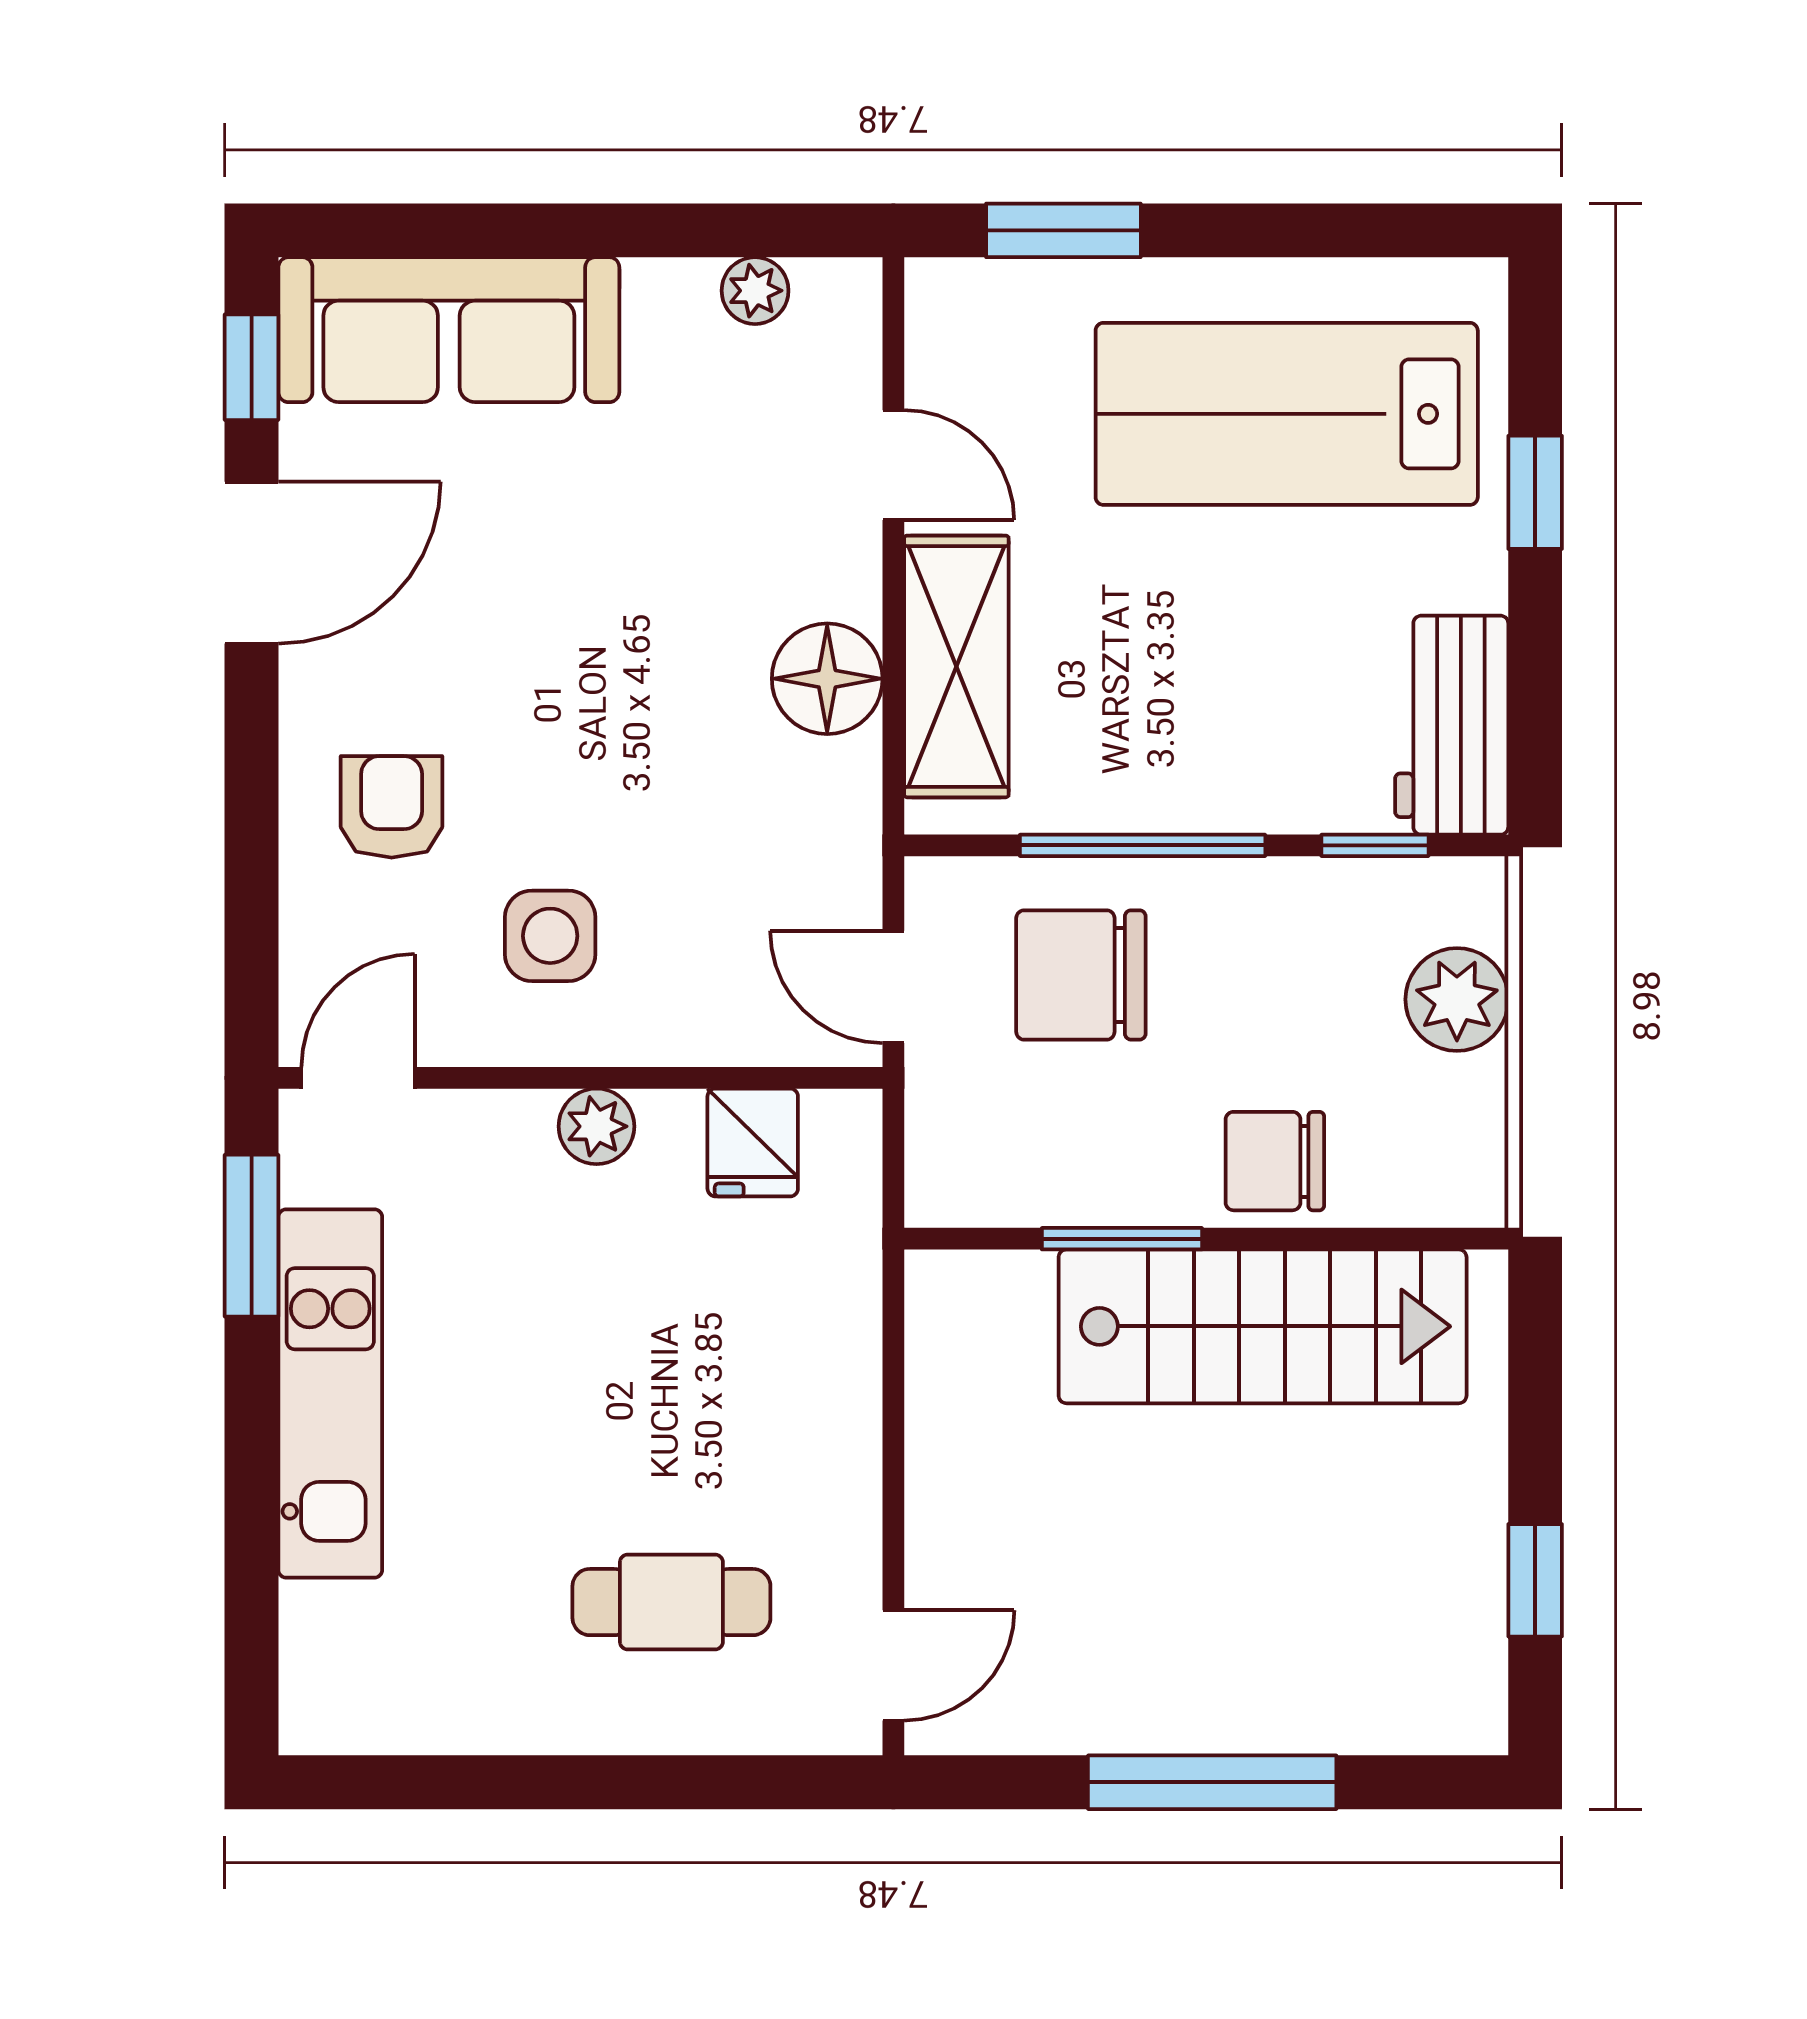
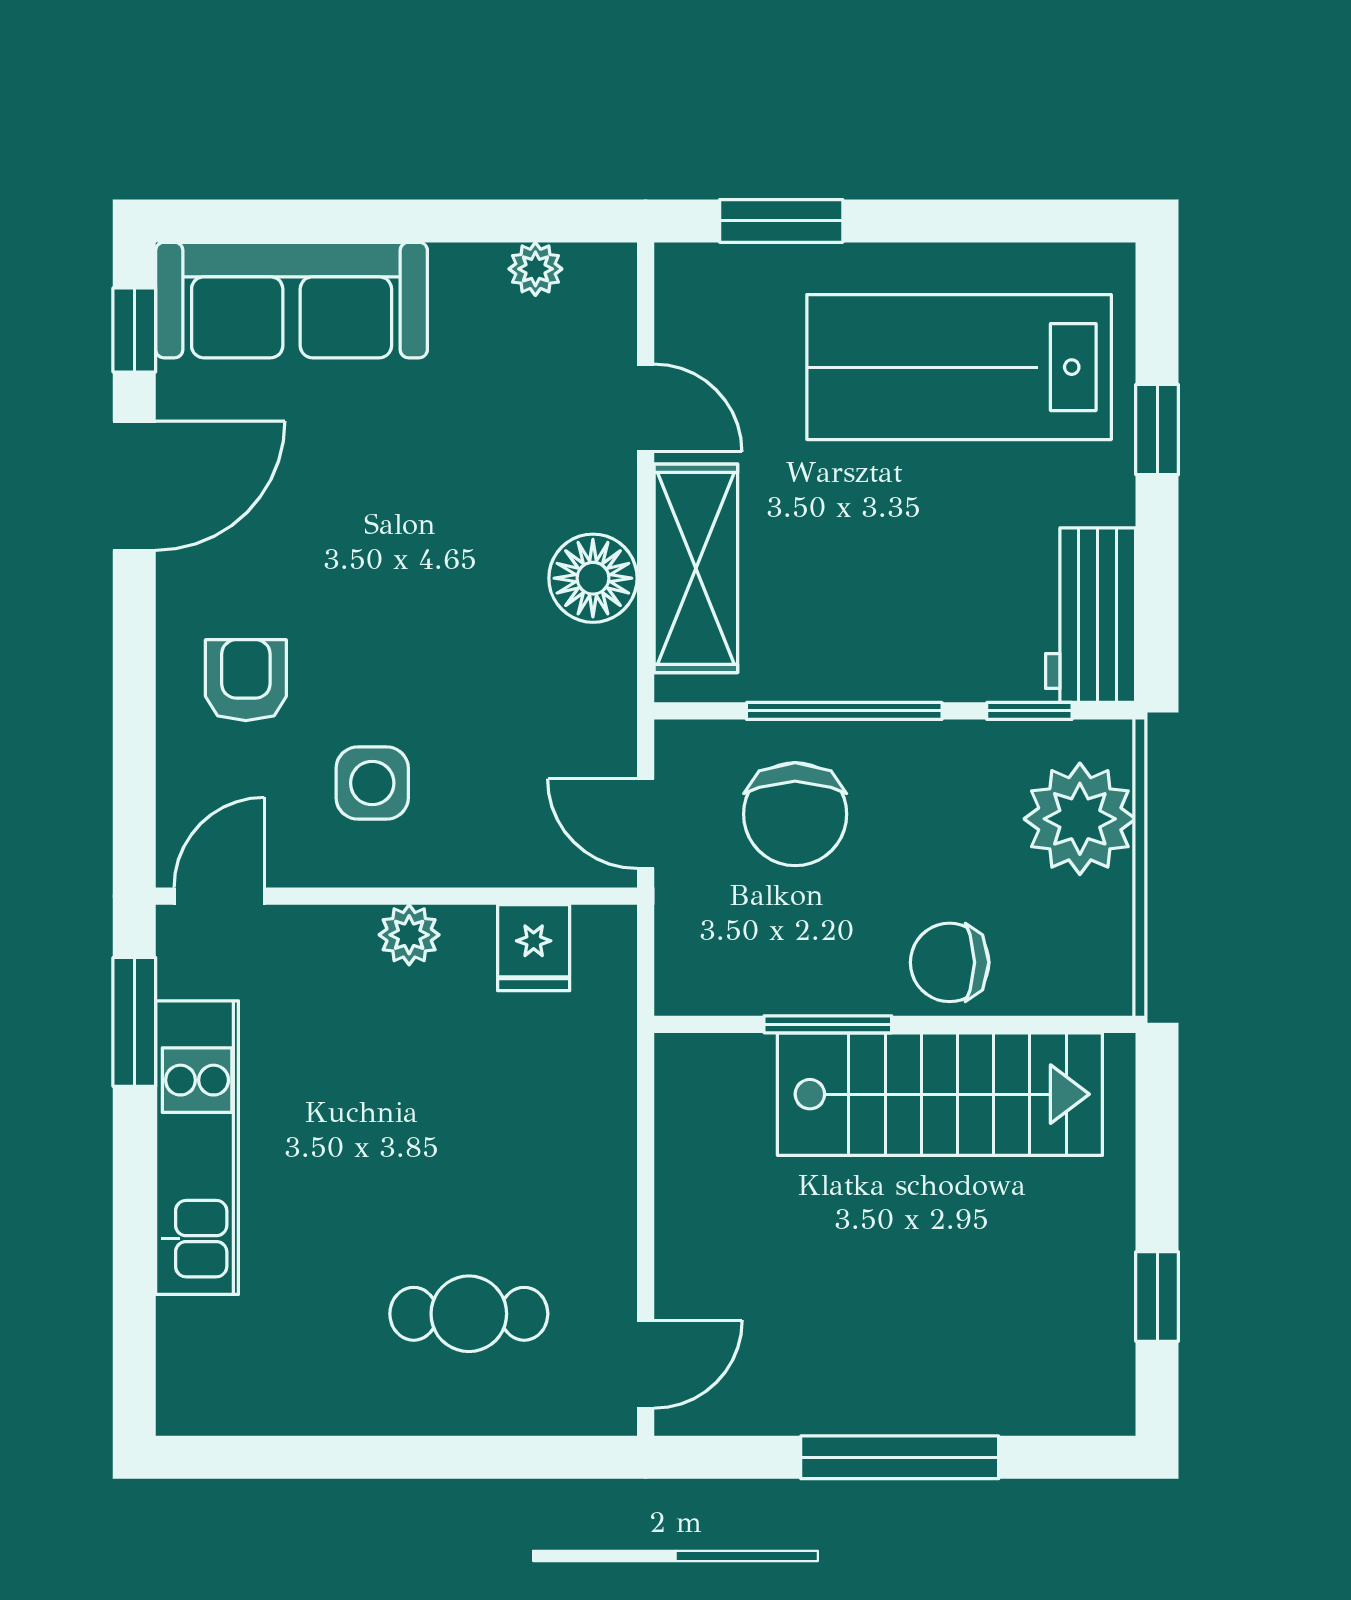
chair: (1081, 975) -> (795, 814), turned -90
plant: (1457, 999) -> (1080, 819), width x1.36, depth x1.36

